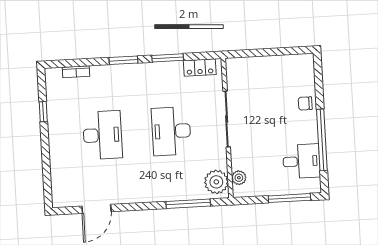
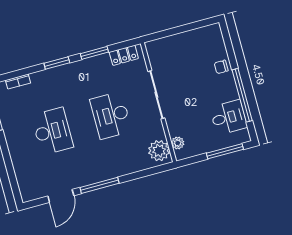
window: (188, 204) -> (99, 185), moved

